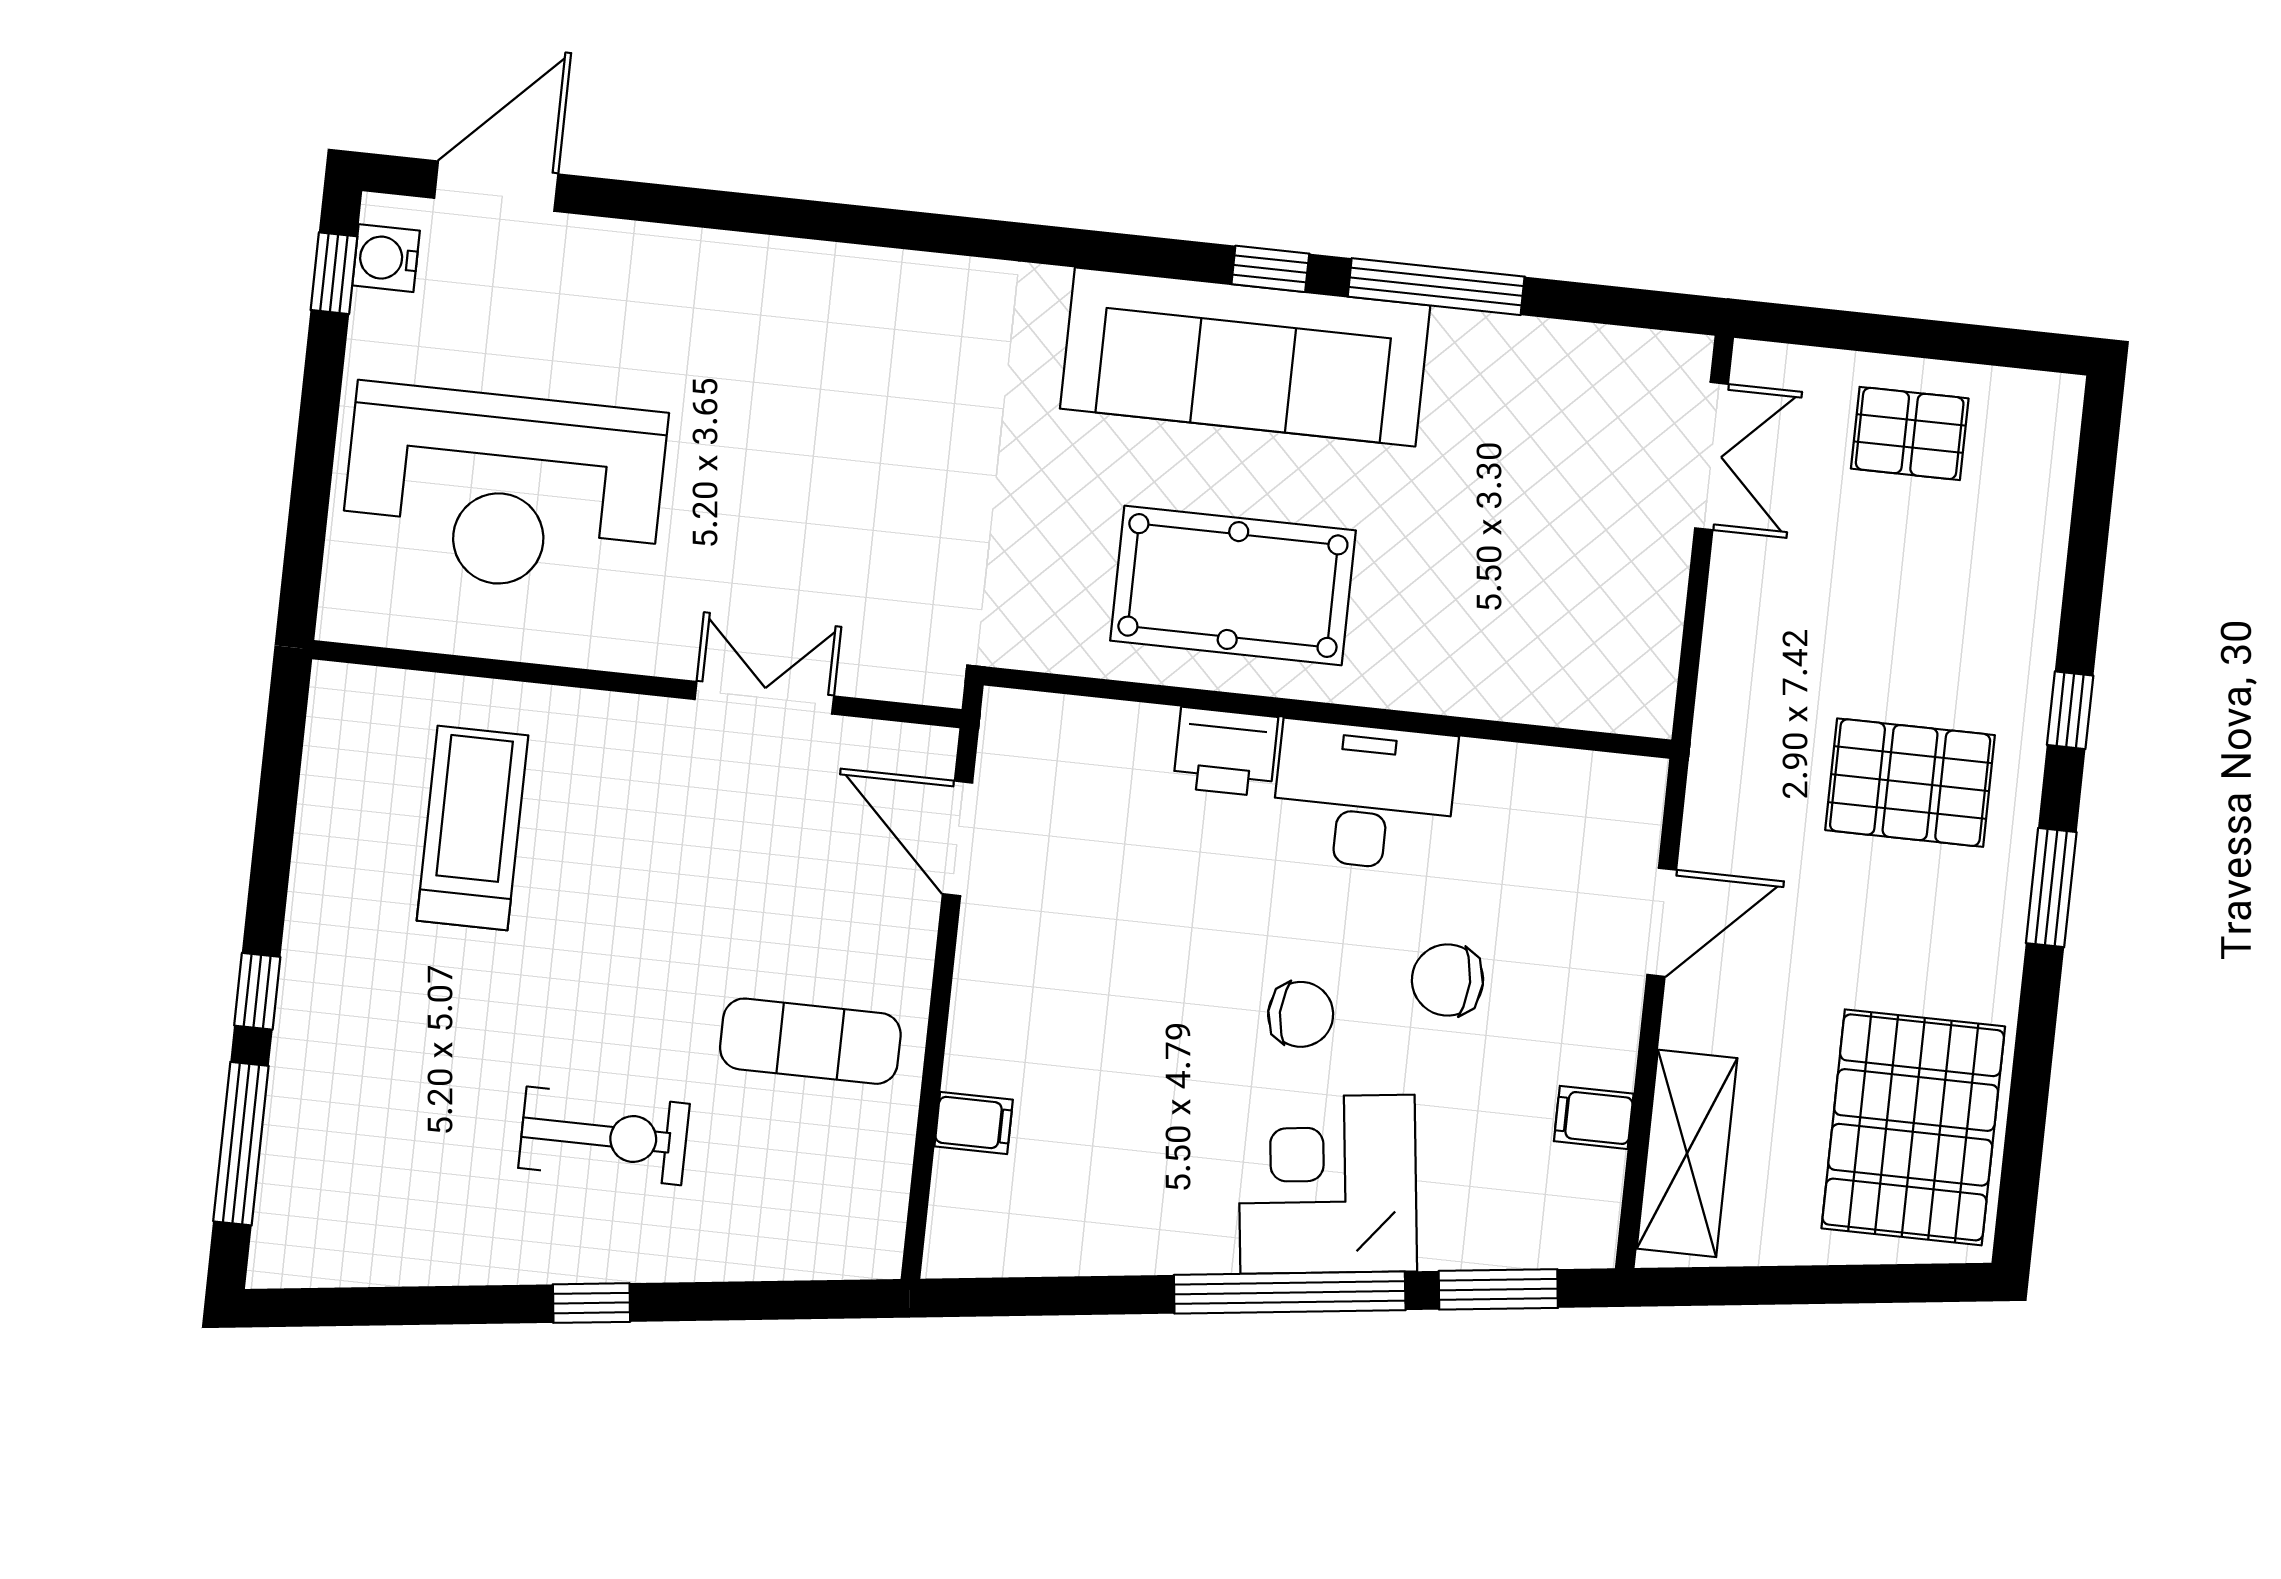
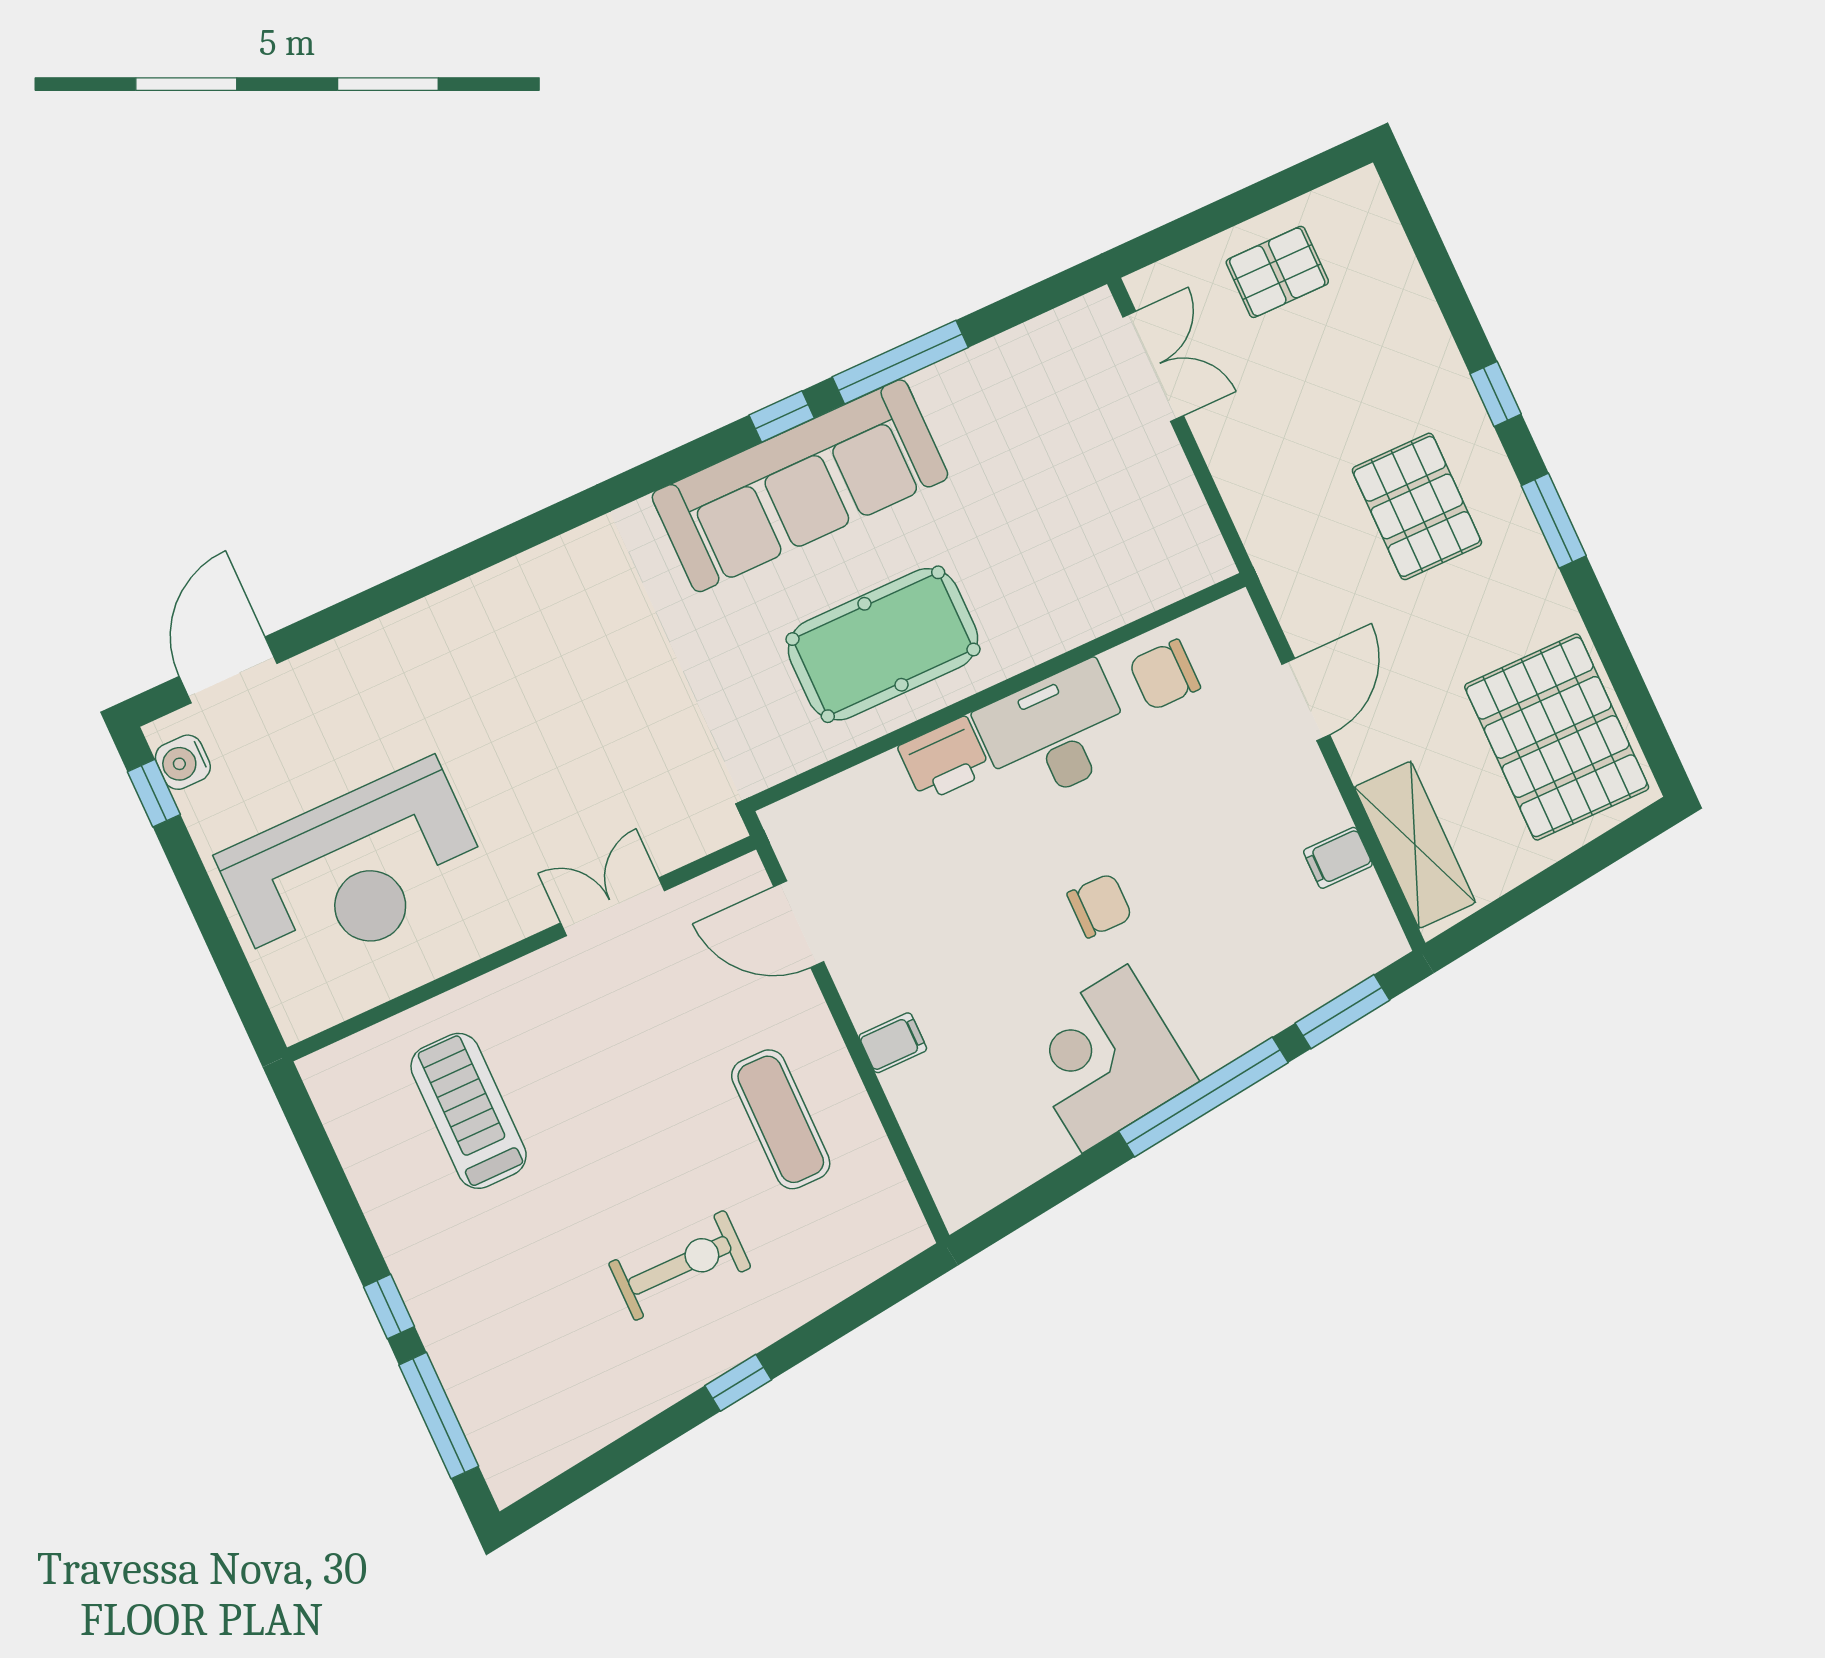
pallet: (1910, 783) -> (1417, 506), turned 90
chair: (1448, 980) -> (1165, 675), moved
exercise mat: (810, 1041) -> (781, 1119), turned 90
filing cabinet: (974, 1123) -> (893, 1043), moved
corner desk: (1327, 1184) -> (1105, 1059), moved

